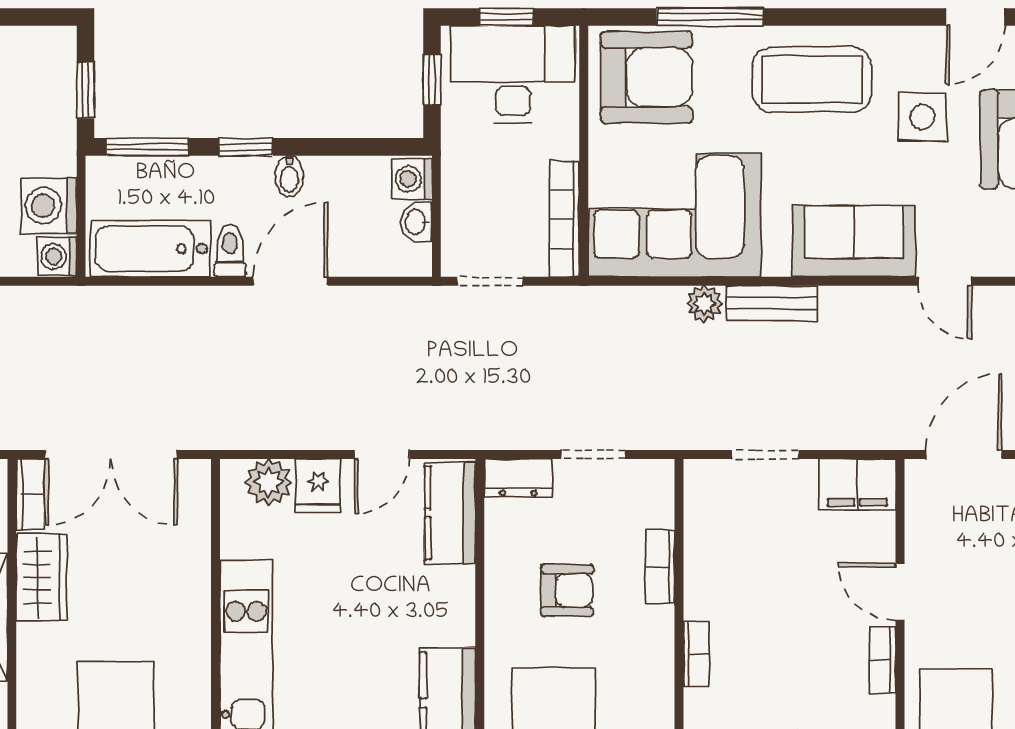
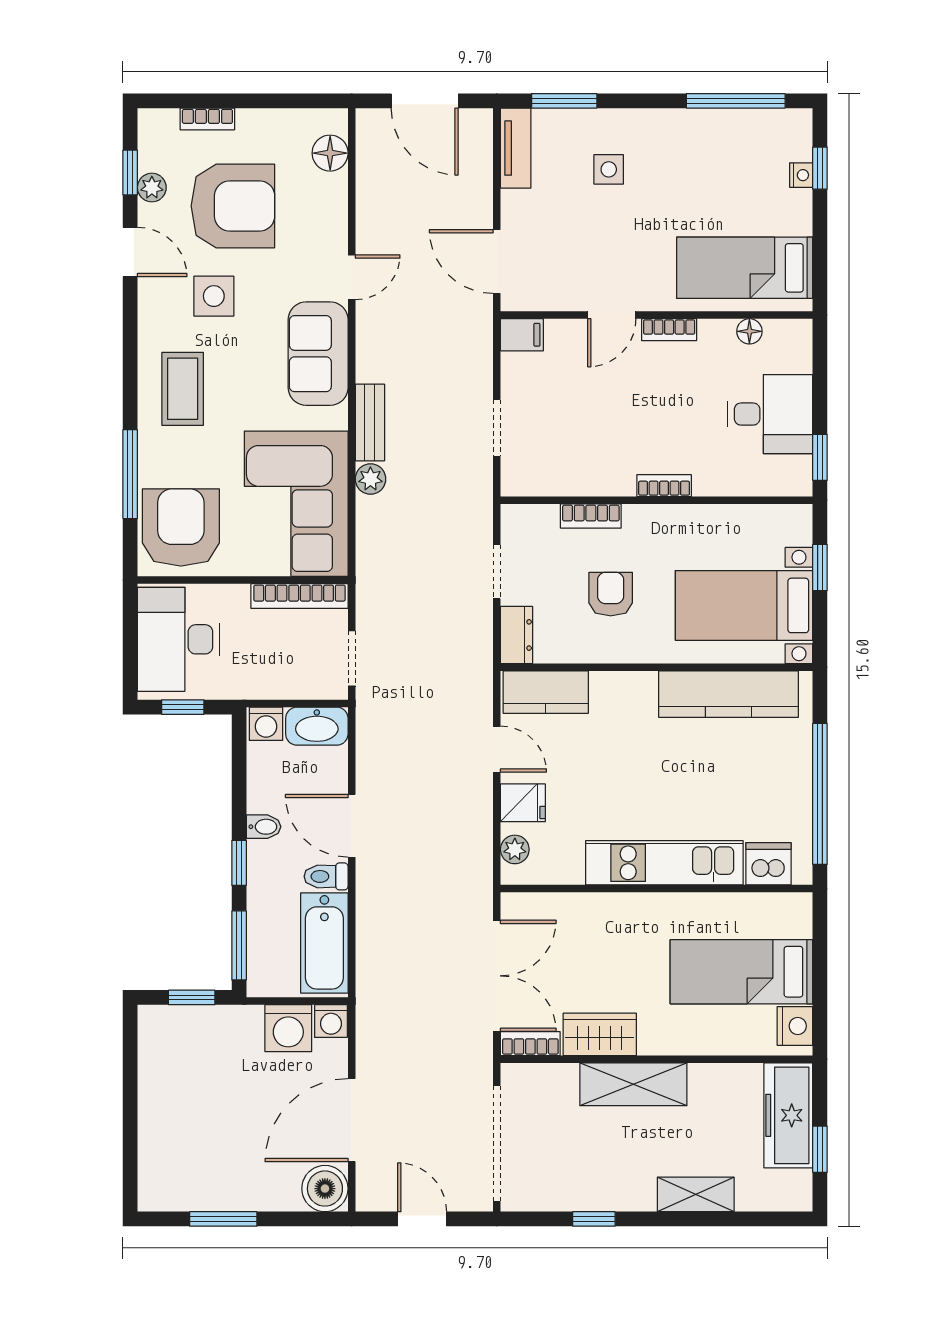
window: (506, 17) -> (130, 645), removed
coffee table: (812, 79) -> (183, 389), width x0.73, depth x0.76
washbasin: (416, 222) -> (317, 726), width x1.91, depth x1.45
plant: (269, 482) -> (515, 849), width x0.73, depth x0.73
filing cabinet: (857, 484) -> (522, 335), width x0.50

